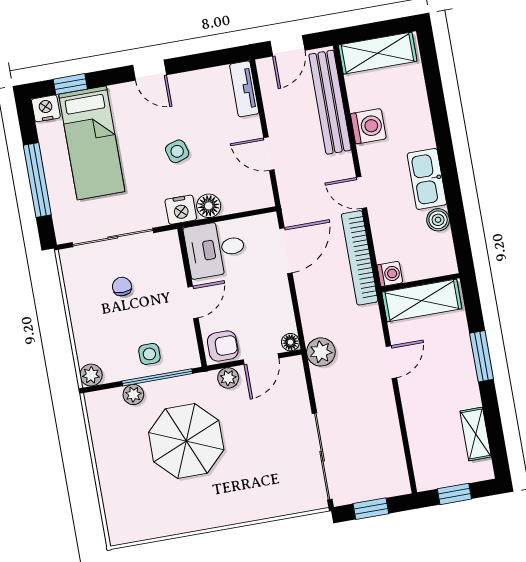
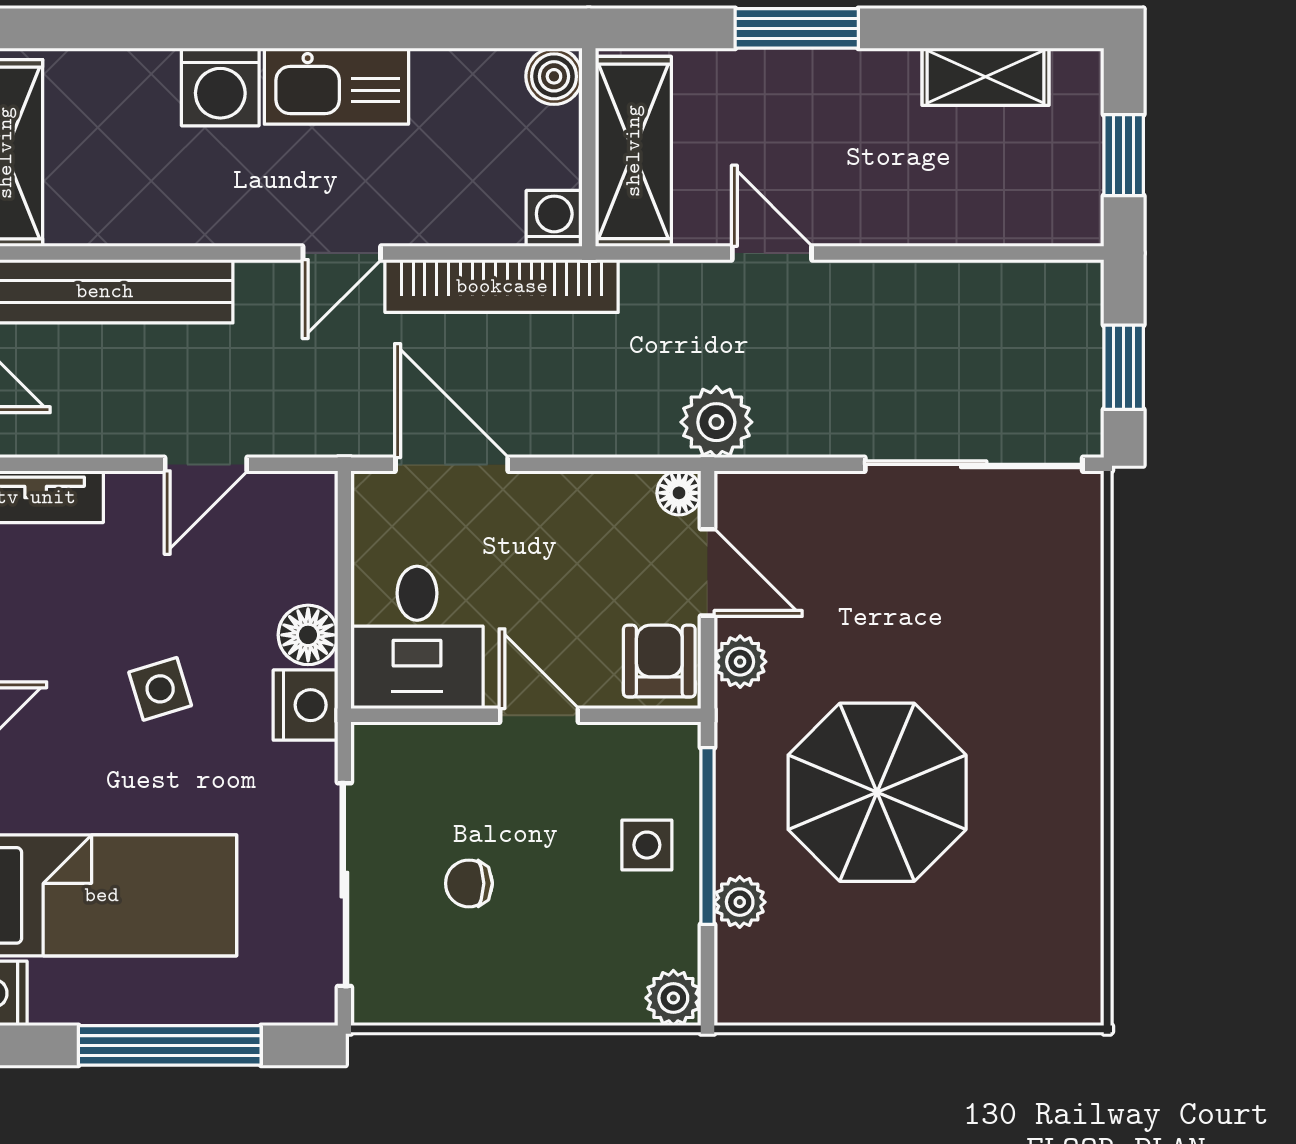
washing machine: (368, 126) -> (220, 87), moved, turned 180
boiler: (438, 220) -> (554, 76), moved

